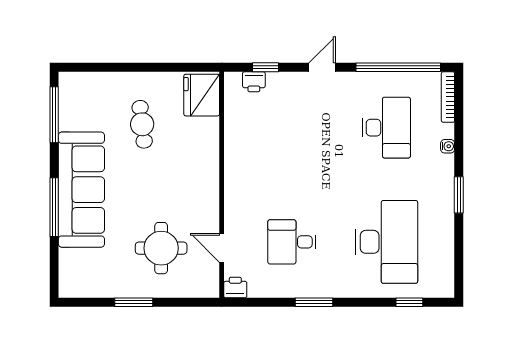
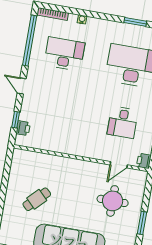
fridge: (202, 95) -> (26, 161), removed
cafe table: (142, 124) -> (37, 199), turned -38
window: (459, 195) -> (135, 22), moved

